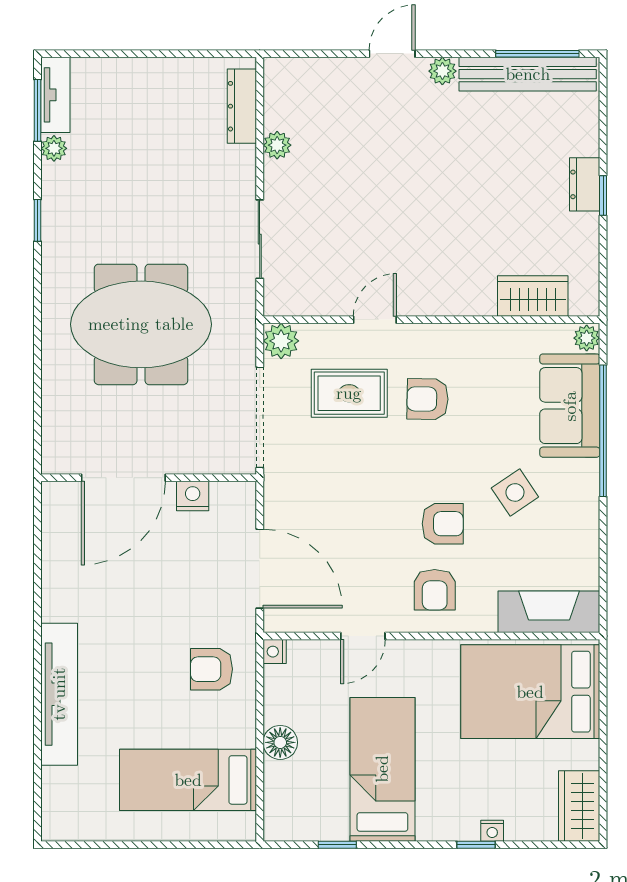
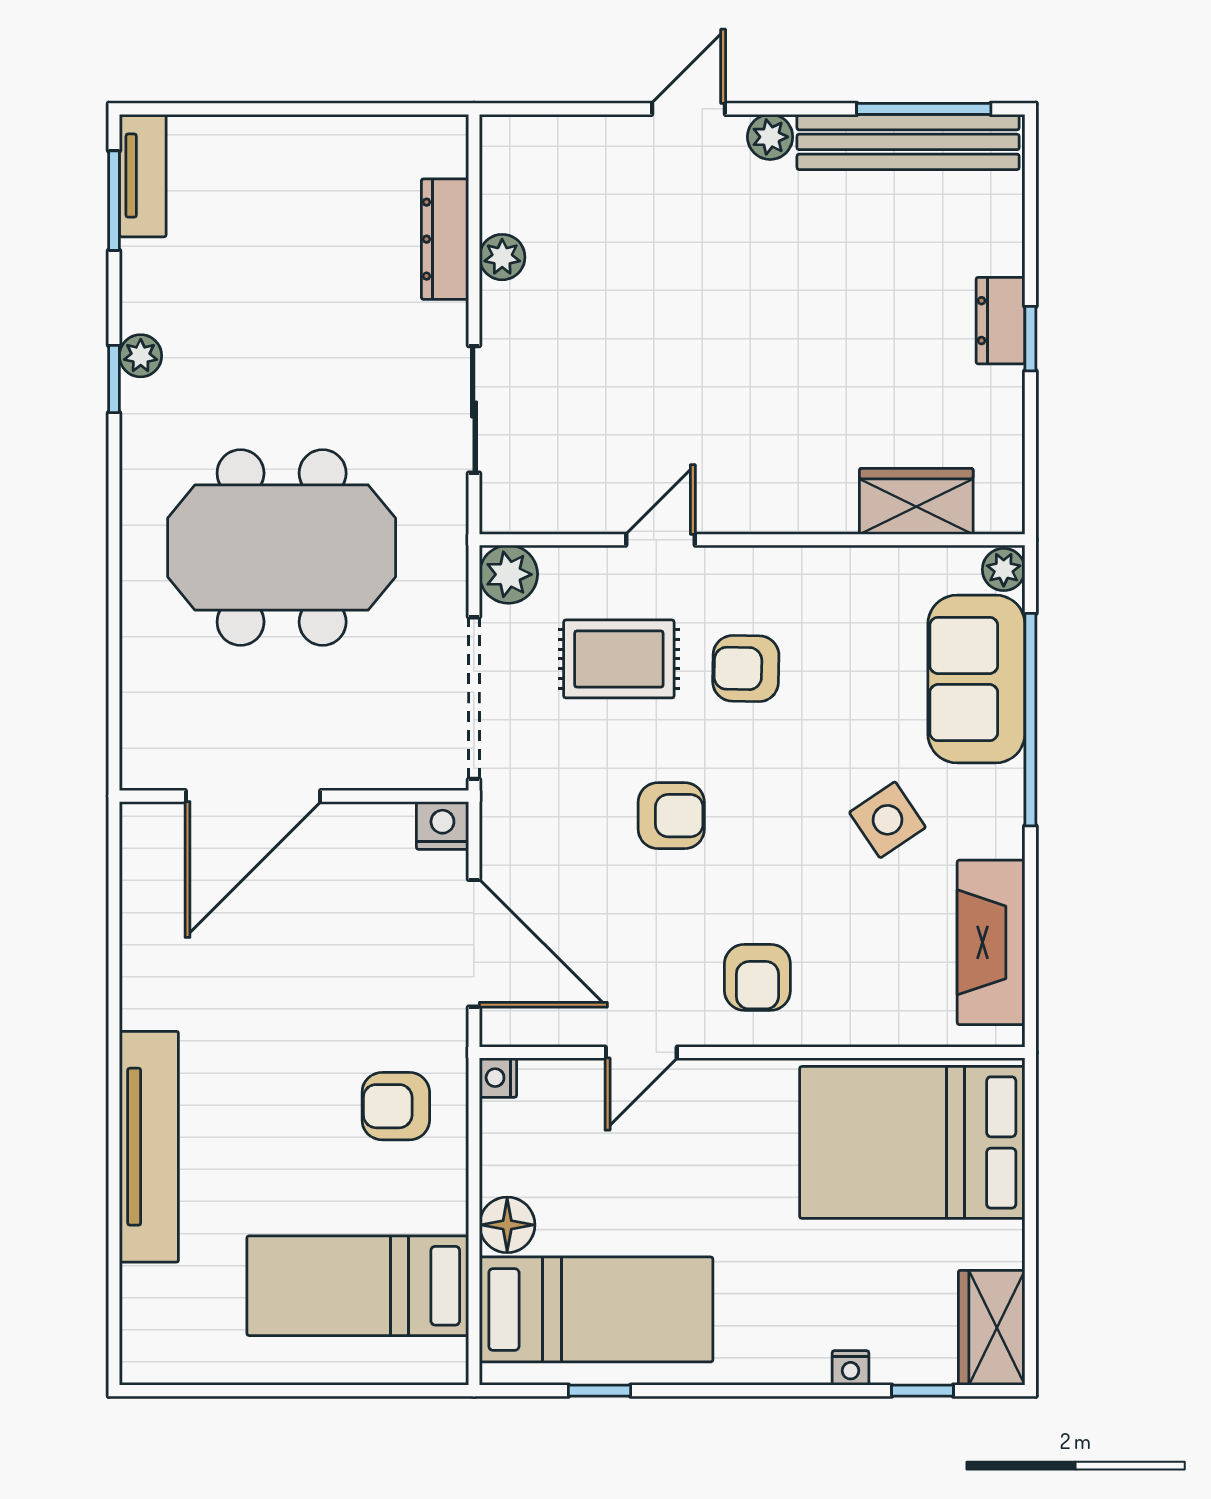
dresser: (242, 106) -> (445, 239), moved
plant: (54, 148) -> (141, 356), moved
nightstand: (193, 496) -> (442, 826), moved
armchair: (443, 524) -> (671, 816), moved
fireplace: (549, 612) -> (991, 942), moved, turned -90
bed: (382, 769) -> (596, 1309), moved, turned 90
window: (476, 845) -> (923, 1391), moved

